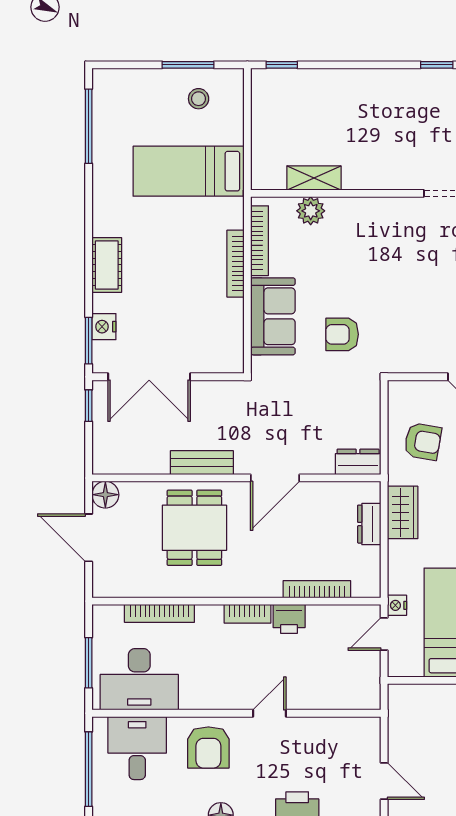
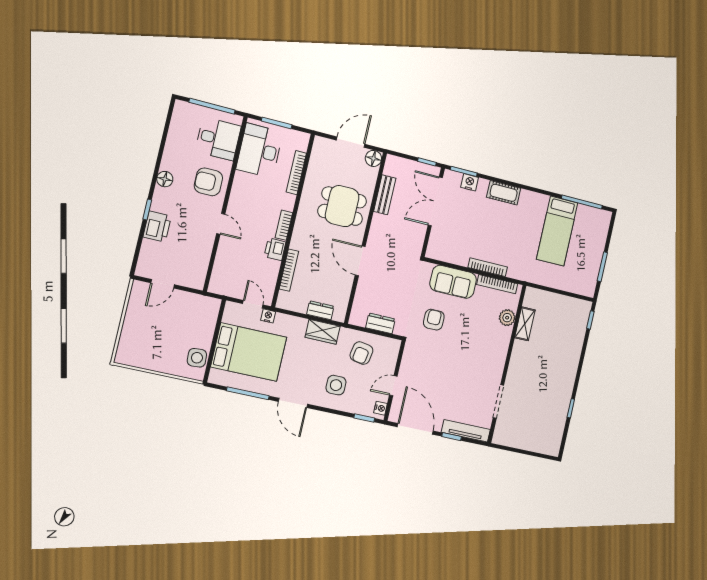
stool: (199, 99) -> (583, 268), removed
bed: (189, 171) -> (557, 231), moved, turned 180
dresser: (358, 462) -> (380, 323), moved, turned -90
bench: (202, 463) -> (385, 195), moved

